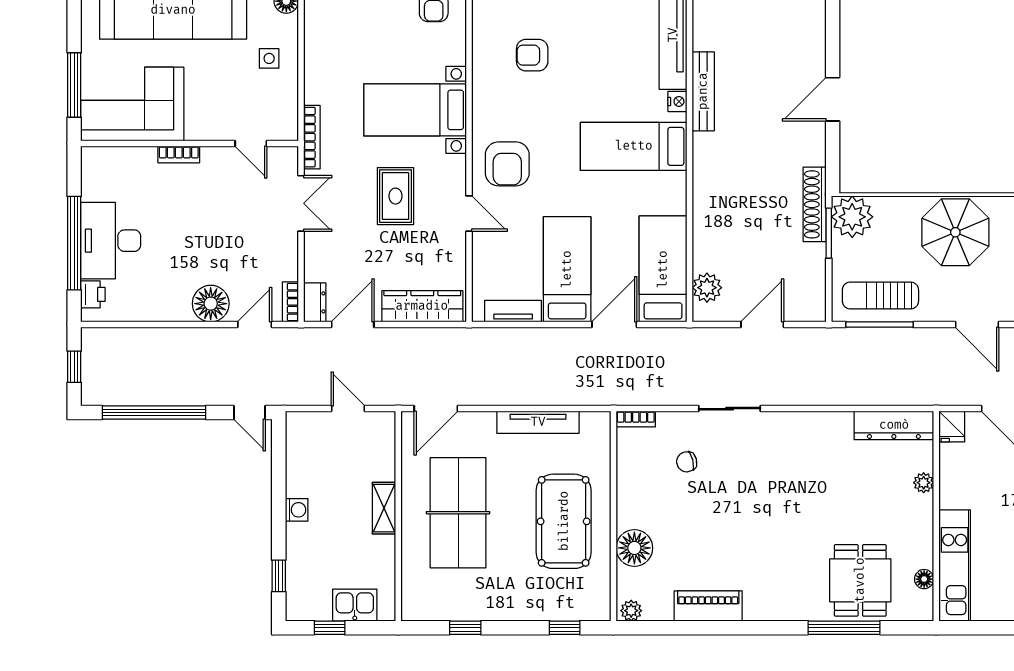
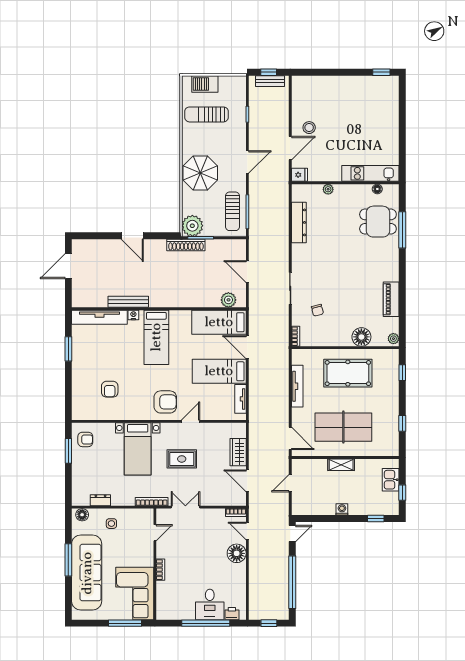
desk: (111, 241) -> (210, 604), width x0.73
dresser: (315, 302) -> (100, 500), moved
wardrobe: (422, 306) -> (238, 452), width x0.67
dresser: (894, 425) -> (299, 222), moved

